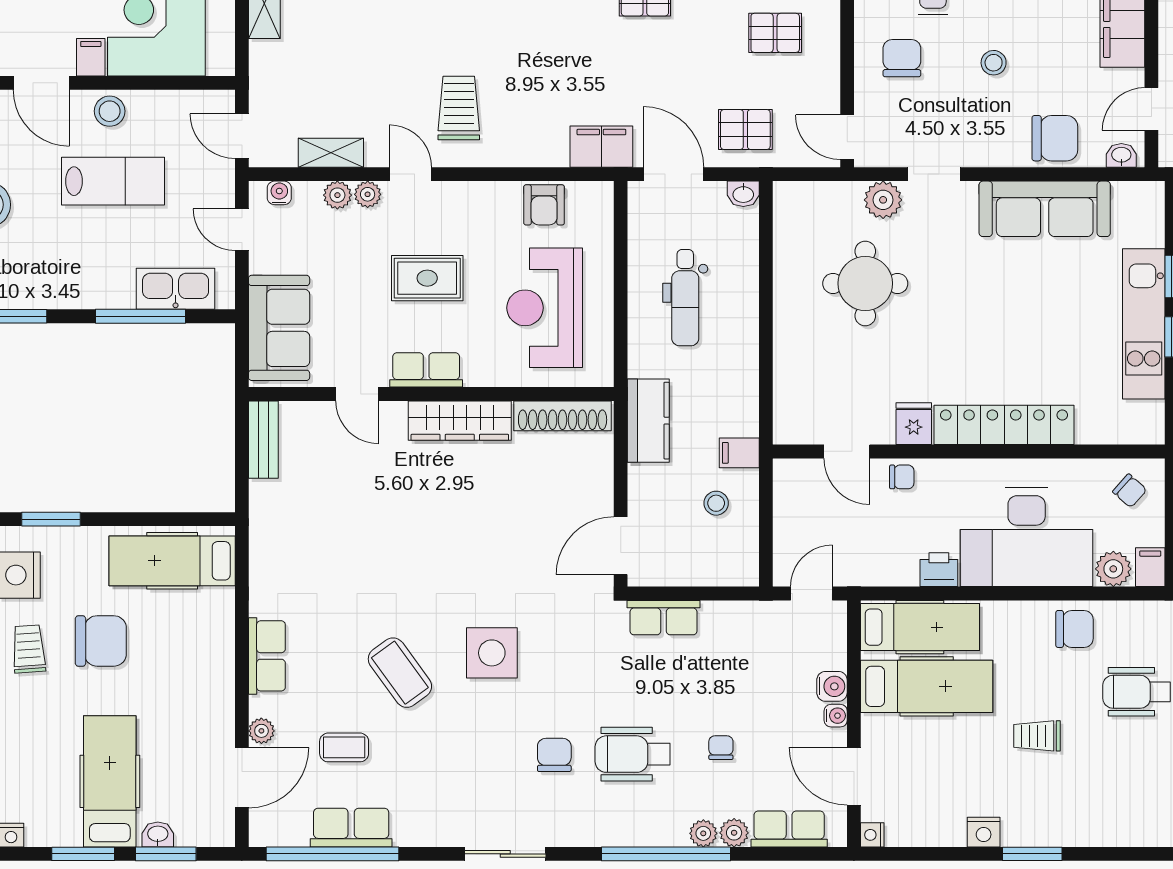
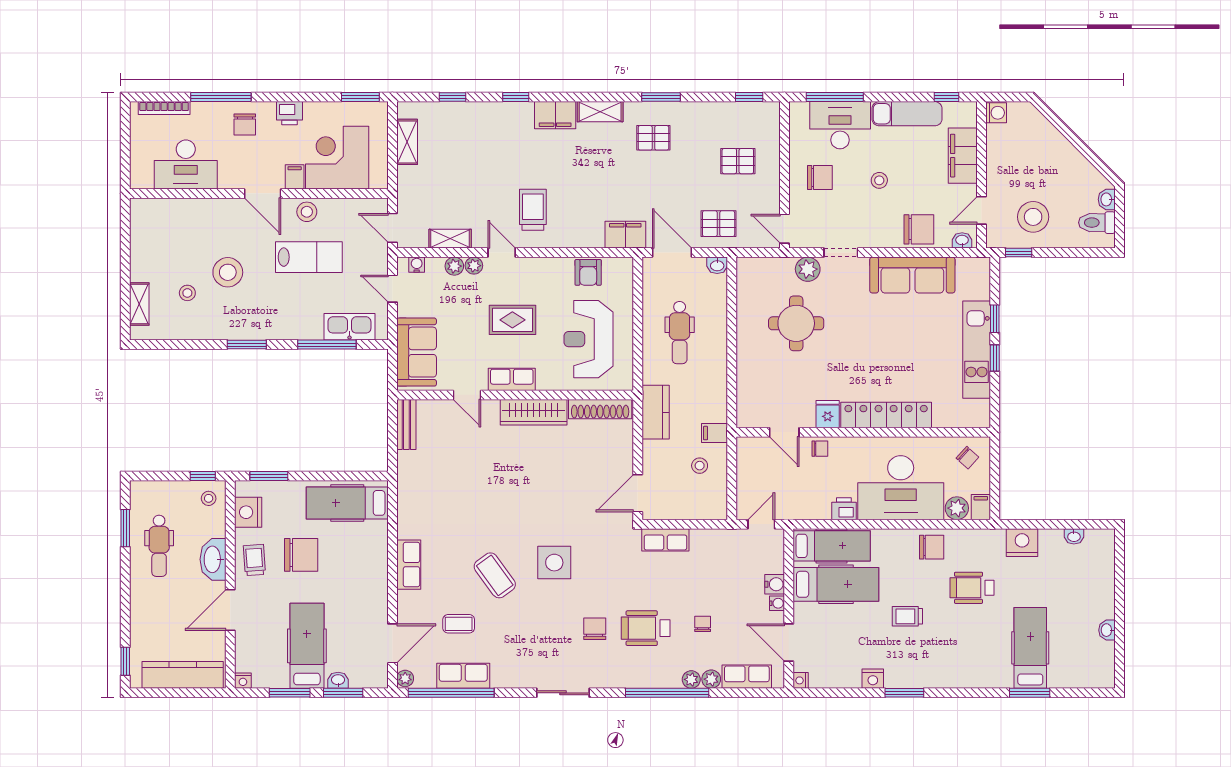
chair: (902, 58) -> (820, 177), turned 90
plant: (261, 731) -> (405, 678), moved

